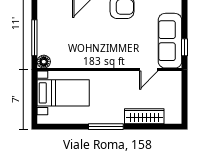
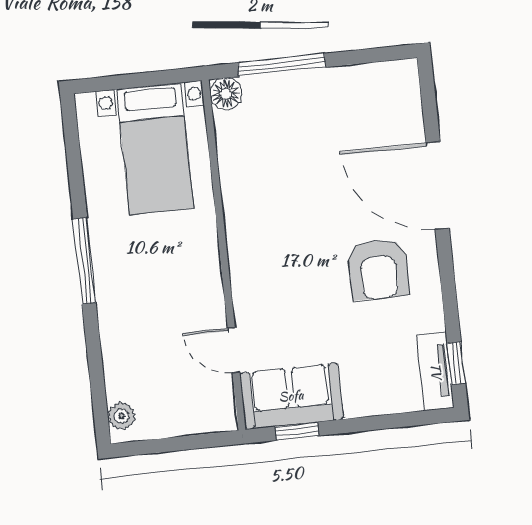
sofa: (170, 41) -> (291, 396), width x0.73
wardrobe: (144, 116) -> (119, 351), removed
plant: (171, 118) -> (121, 416), added

